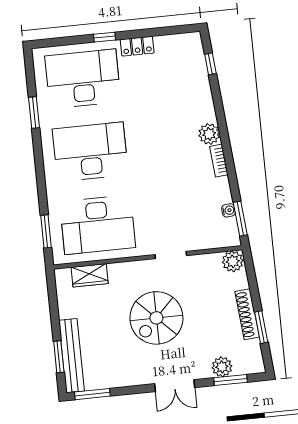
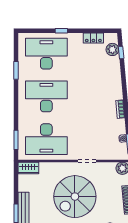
locker: (137, 46) -> (93, 38), moved
plant: (209, 134) -> (112, 49), moved
wardrobe: (90, 275) -> (28, 168), moved
spiral stairs: (156, 318) -> (75, 197), width x1.37, depth x1.37

